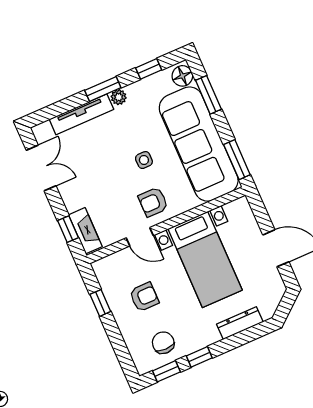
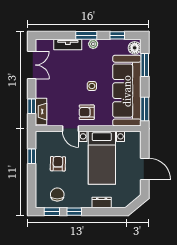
tv unit: (81, 114) -> (68, 45), width x0.71
armchair: (144, 297) -> (58, 164), turned -89
dresser: (240, 323) -> (102, 202), width x0.70

